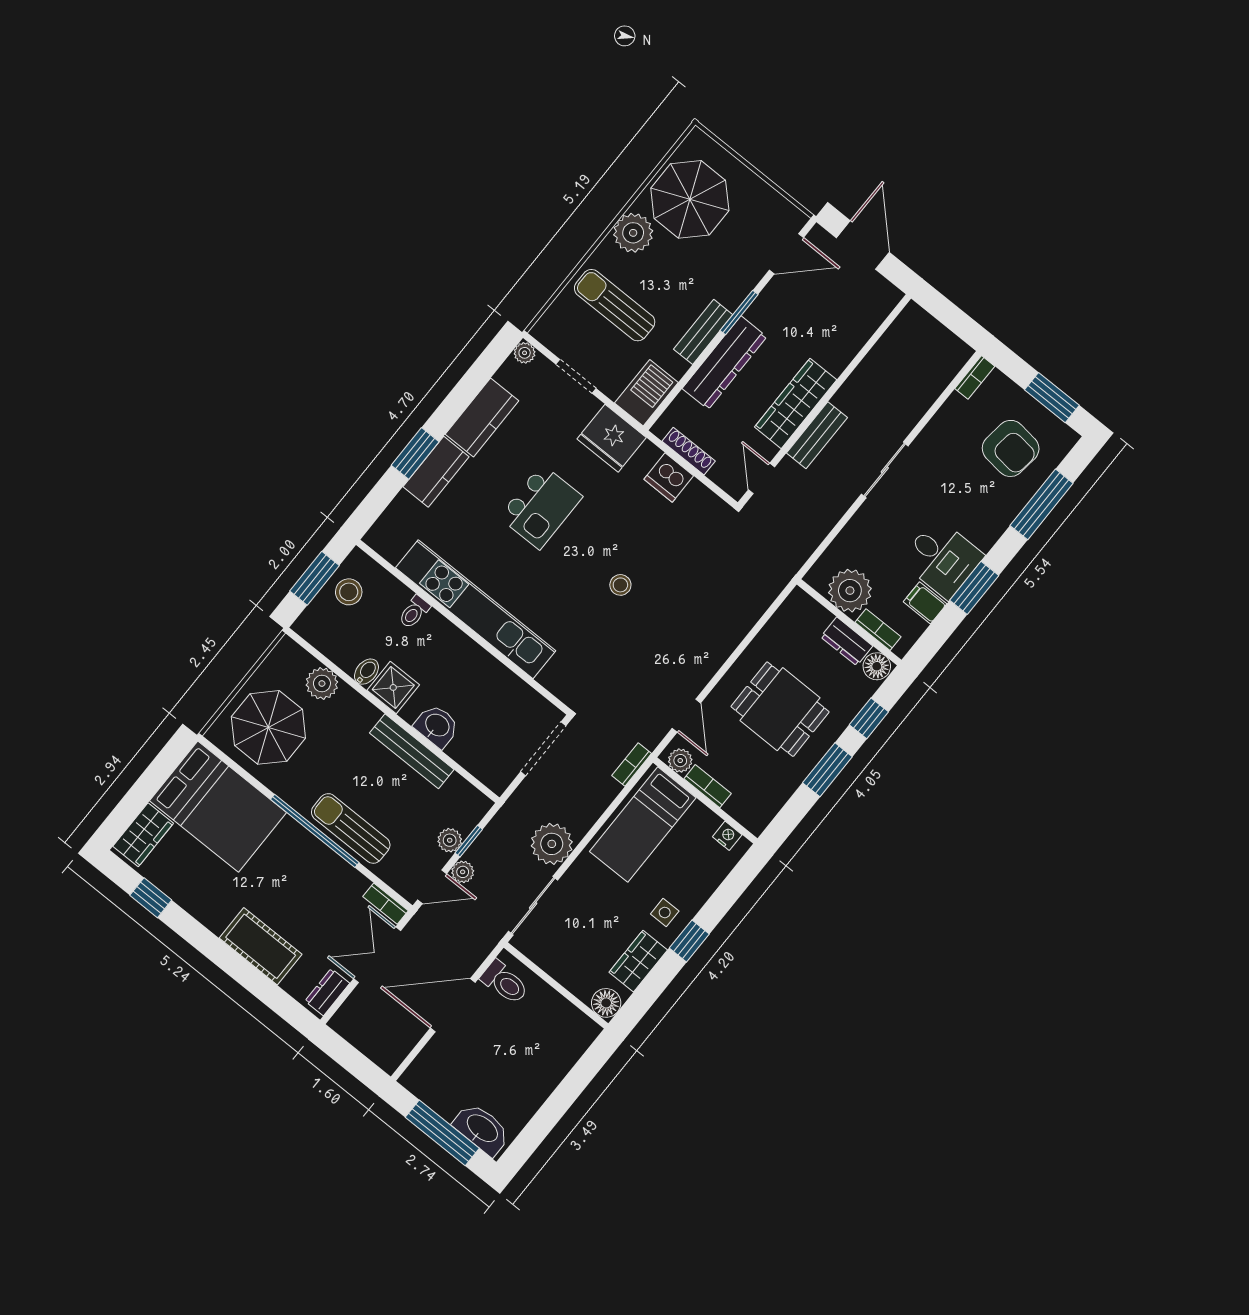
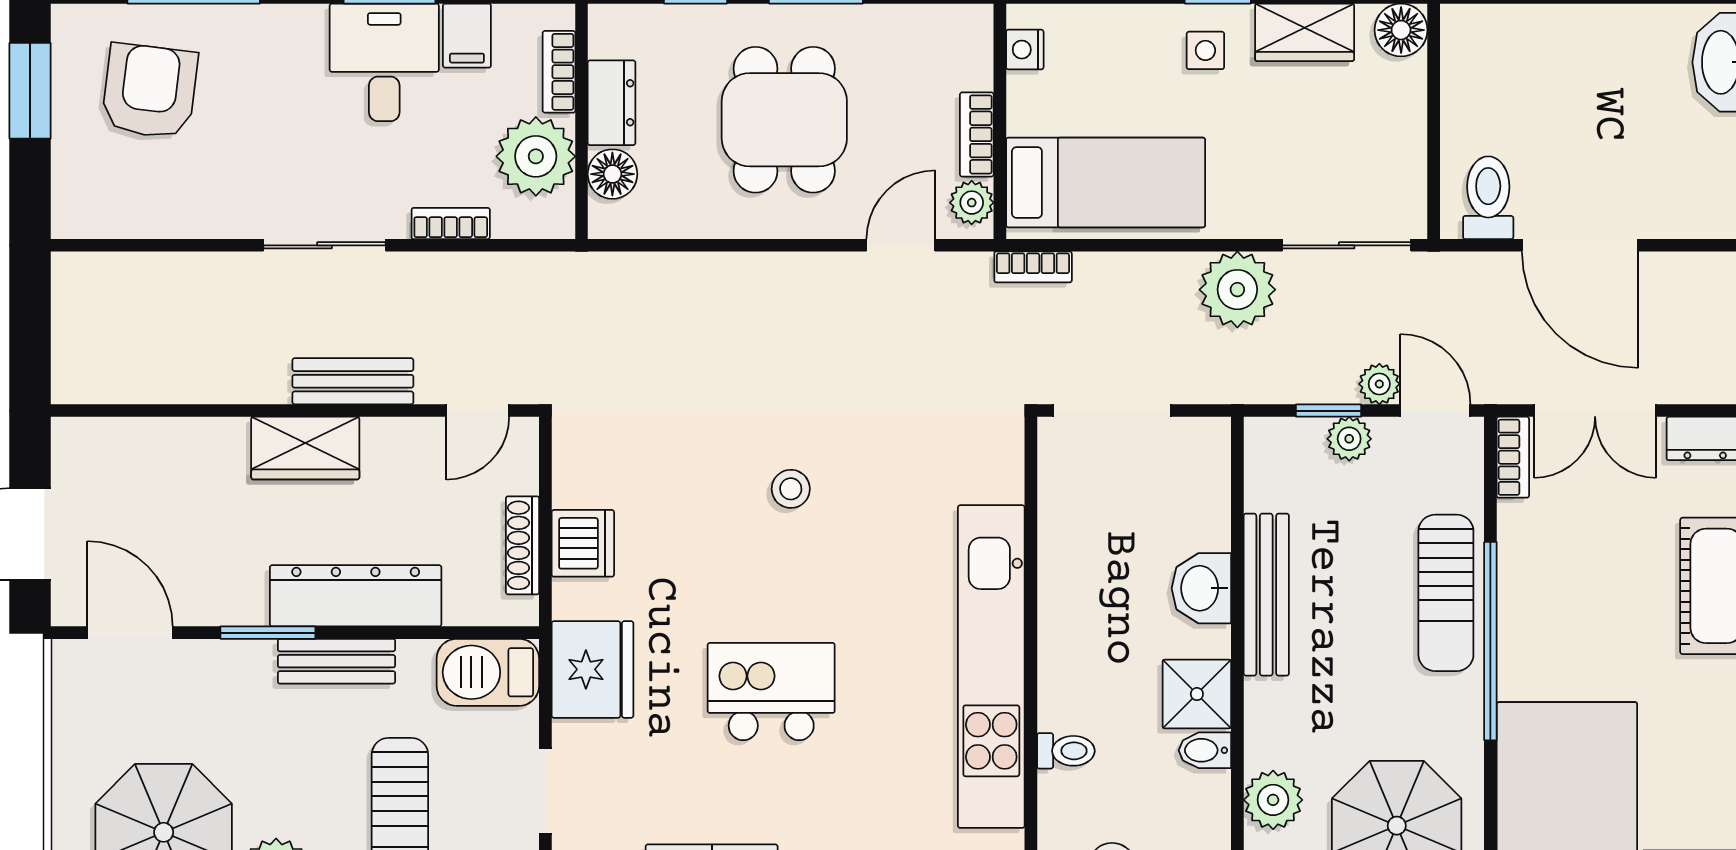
bookcase: (975, 377) -> (451, 223), moved
wardrobe: (796, 403) -> (305, 448), width x0.67
floor lamp: (877, 666) -> (612, 174), moved

